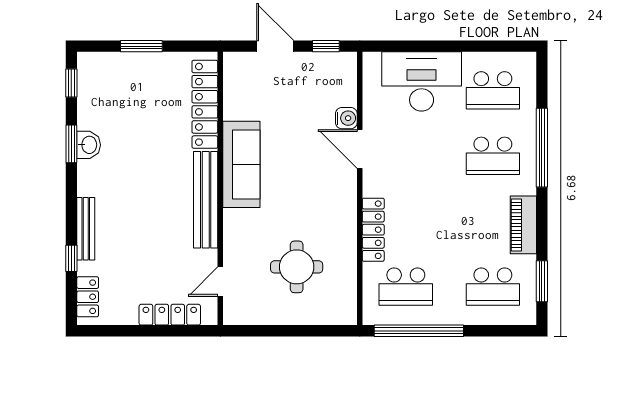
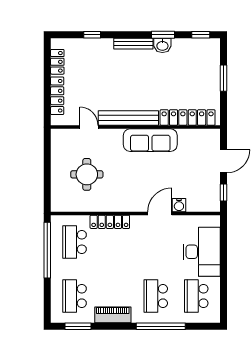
bench: (86, 229) -> (133, 44), moved
door: (220, 282) -> (89, 127), moved
locker: (88, 297) -> (57, 62), moved, turned -90

